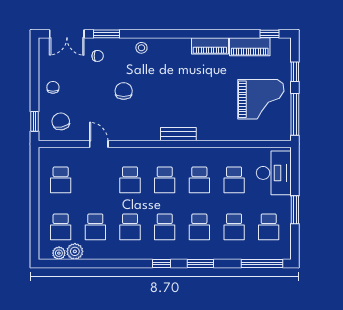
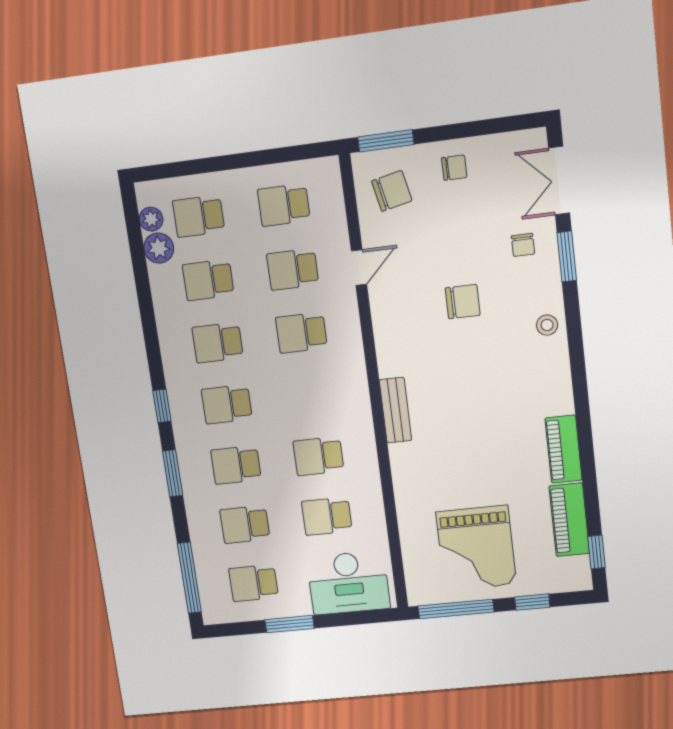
window: (34, 121) -> (386, 141), width x1.50
school desk: (165, 180) -> (293, 269), moved

